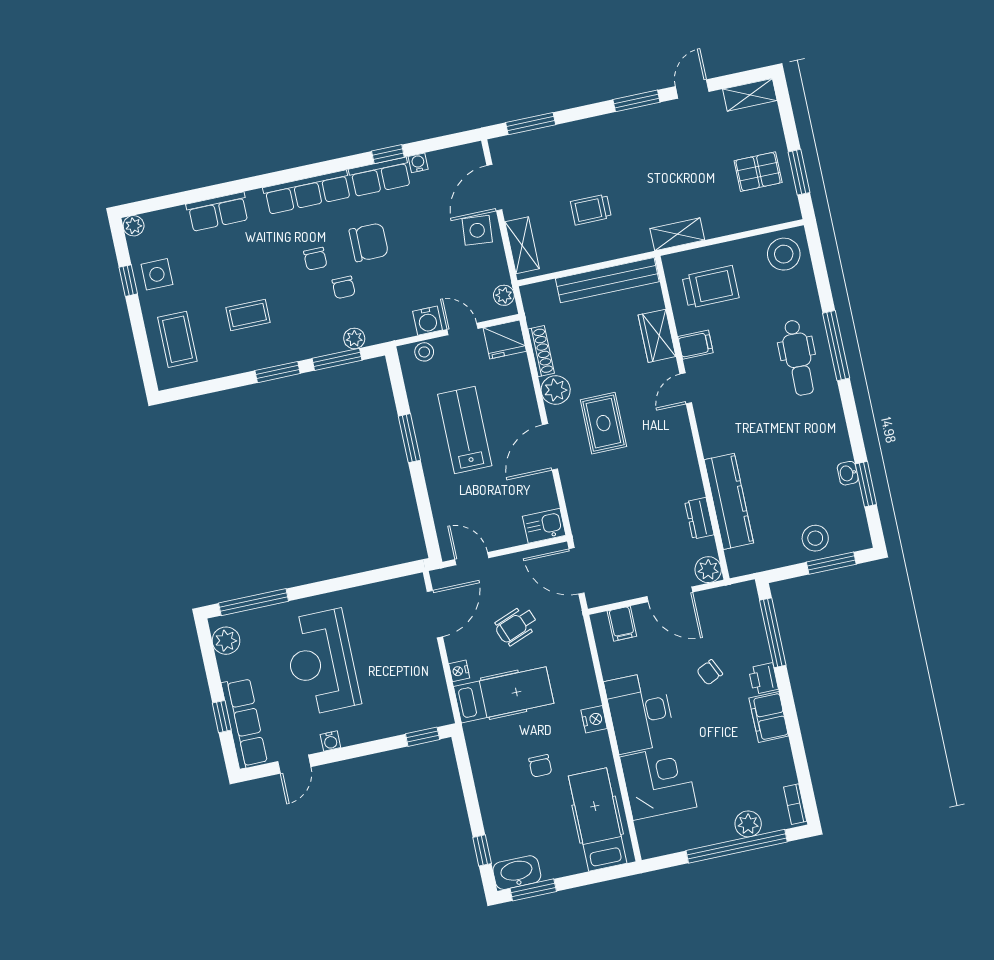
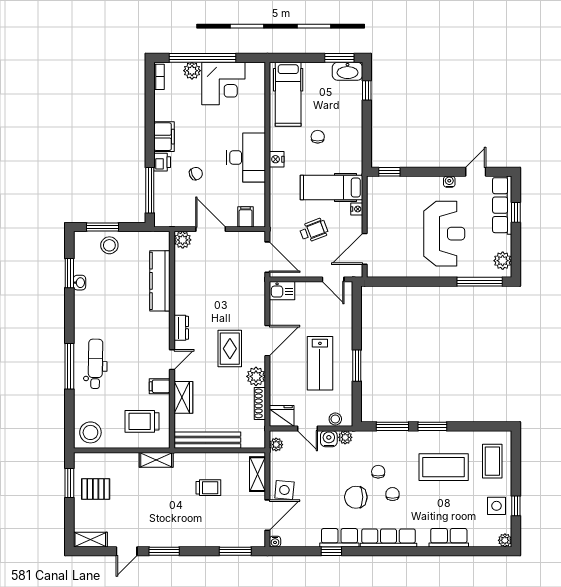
water cooler: (418, 163) -> (275, 542), moved
coffee table: (248, 315) -> (444, 467), width x1.86, depth x1.72
plant: (354, 338) -> (345, 437), moved
dresser: (699, 518) -> (181, 328), moved
corner desk: (658, 782) -> (223, 84), moved, turned -90

